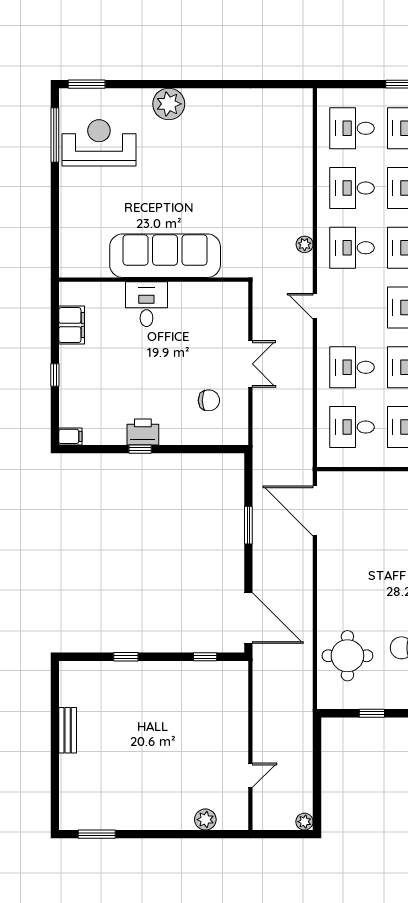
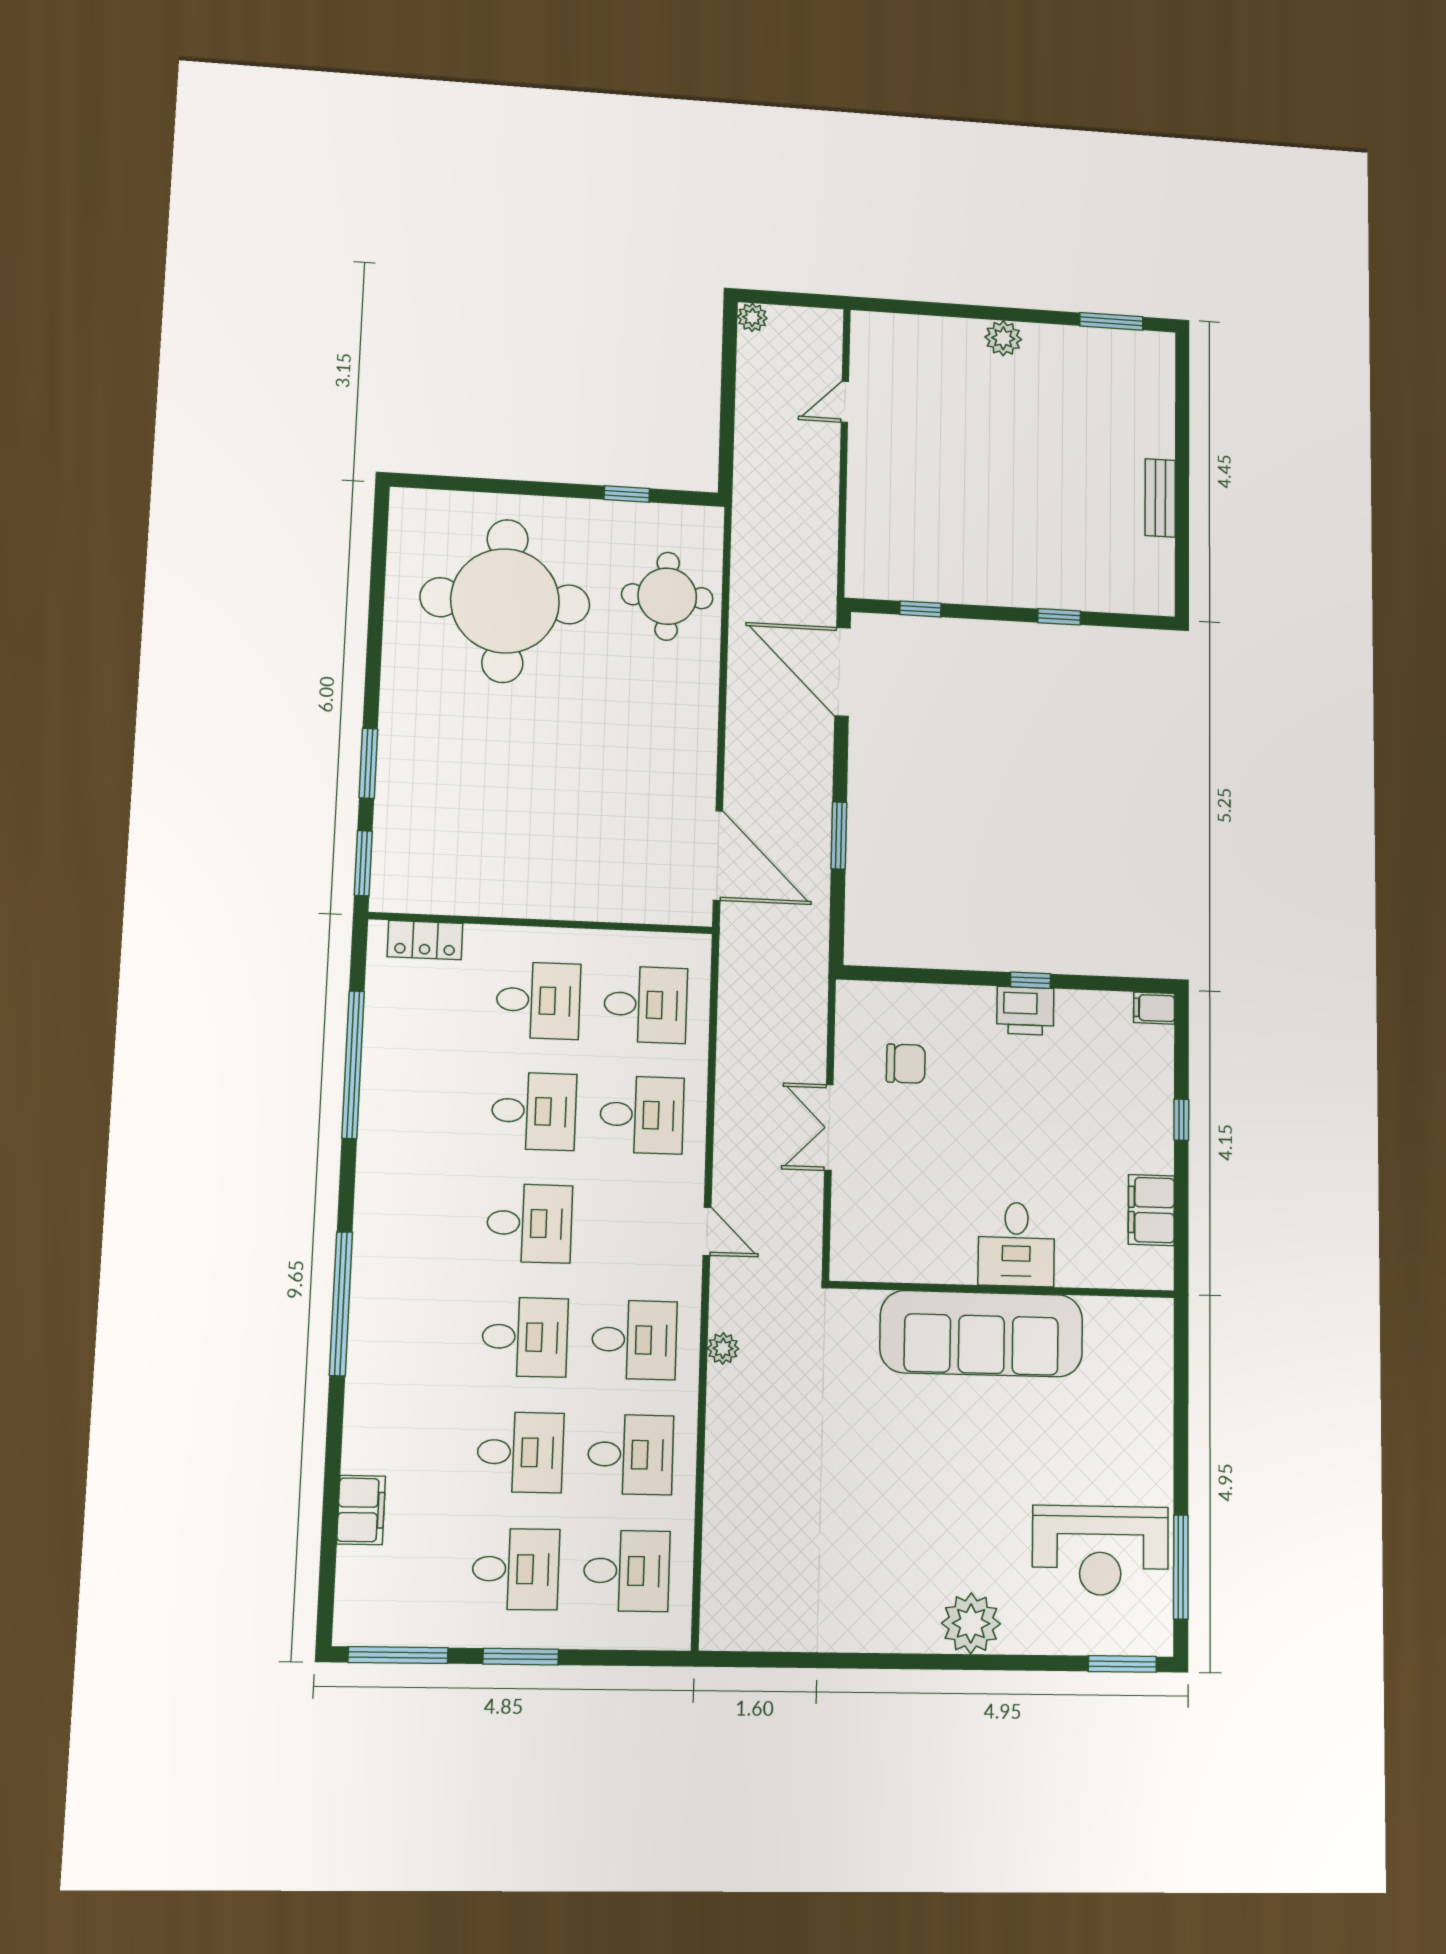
chair: (209, 400) -> (906, 1064), turned 180
plant: (205, 820) -> (1003, 338), moved

